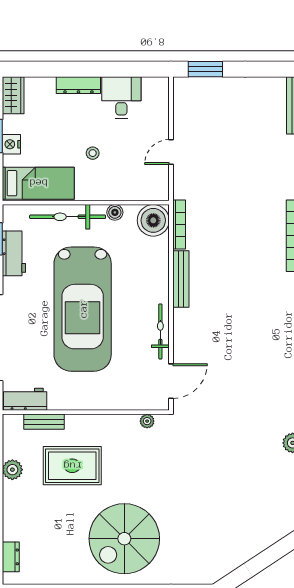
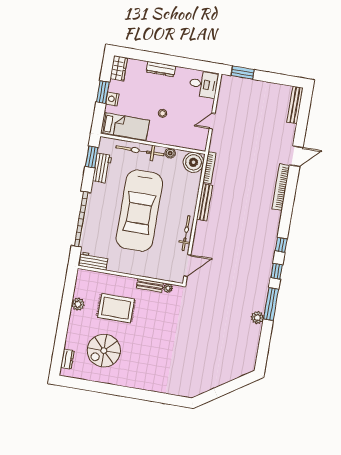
desk: (121, 98) -> (204, 84), moved, turned 90
bench: (44, 422) -> (150, 285), moved
spiral stairs: (124, 539) -> (104, 351), moved, width x0.73, depth x0.73

